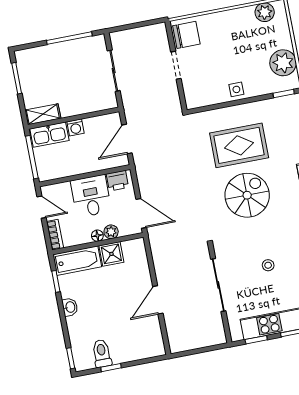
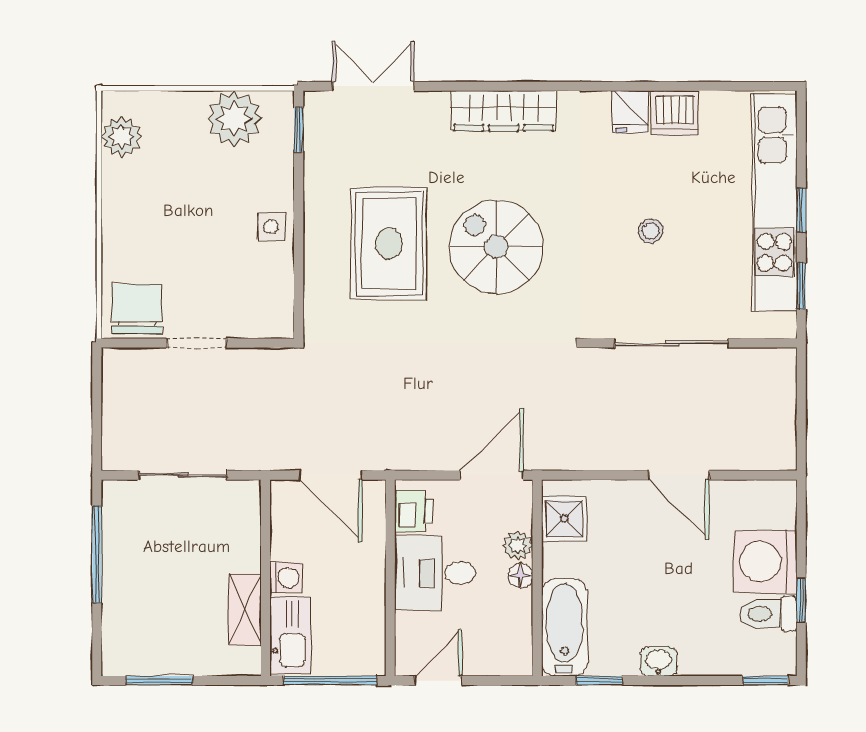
shelving: (43, 114) -> (245, 610), moved
bookcase: (55, 235) -> (501, 664), removed
shower: (111, 254) -> (564, 519), moved
washing machine: (126, 348) -> (765, 562), added

